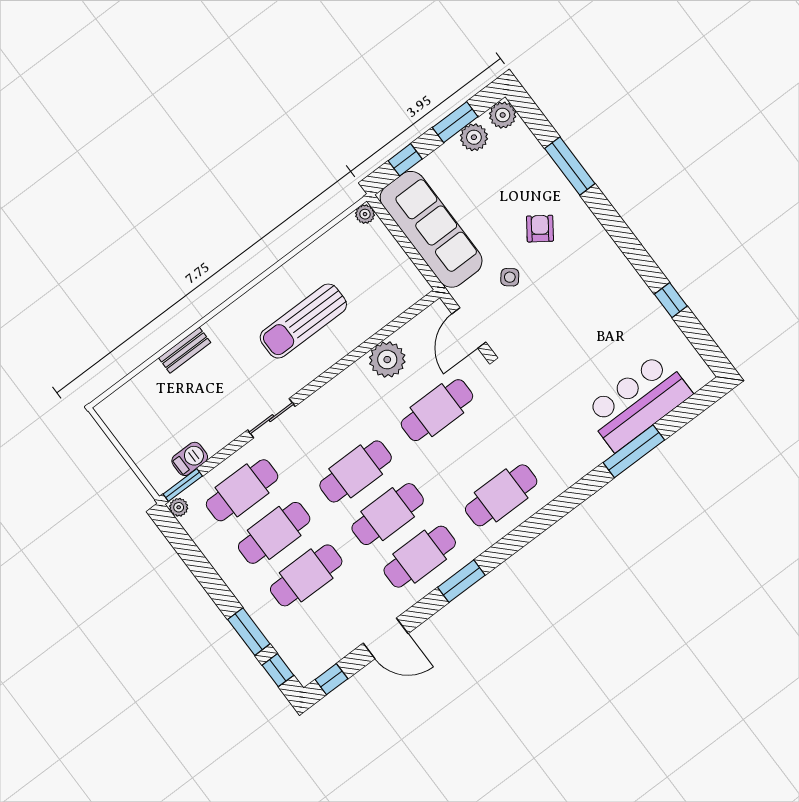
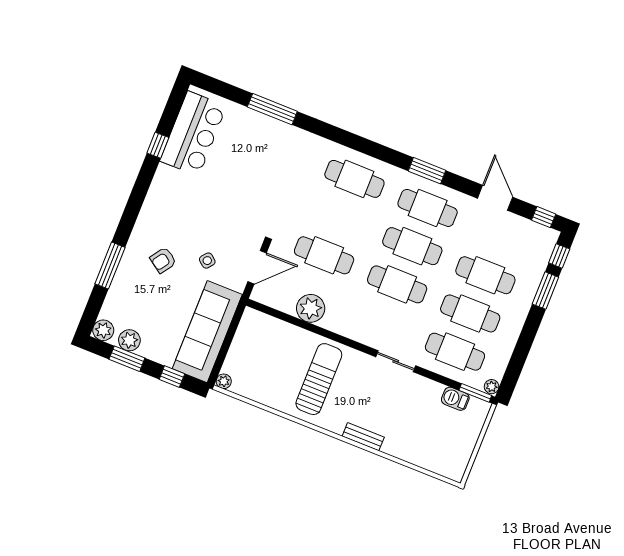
sun lounger: (303, 321) -> (319, 379), turned -90
bench: (185, 350) -> (363, 437), moved
bar counter: (638, 402) -> (193, 134), moved, turned -90

